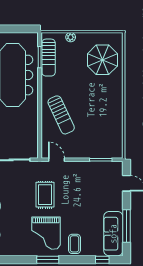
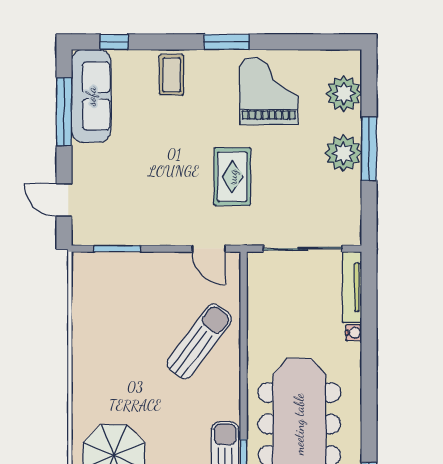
sun lounger: (61, 115) -> (199, 342), turned 62
grand piano: (46, 233) -> (269, 91), moved

